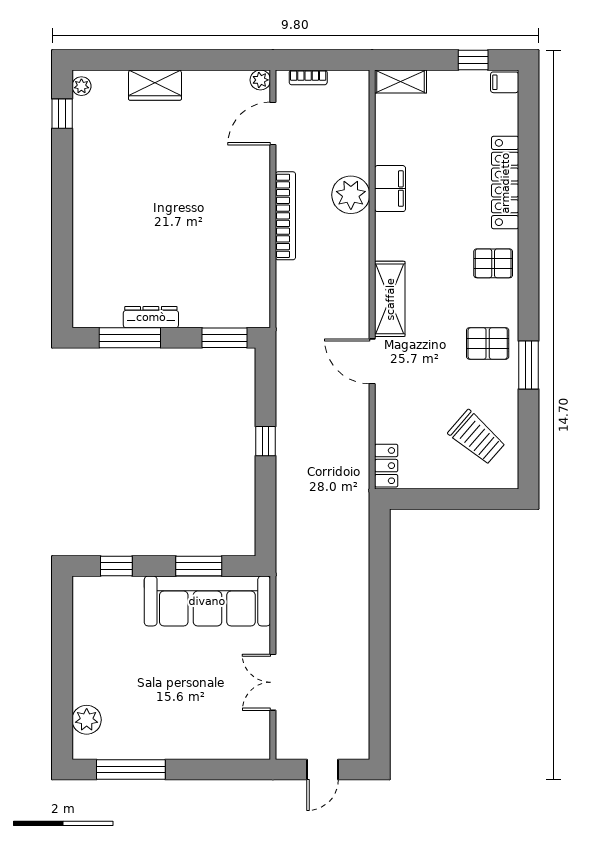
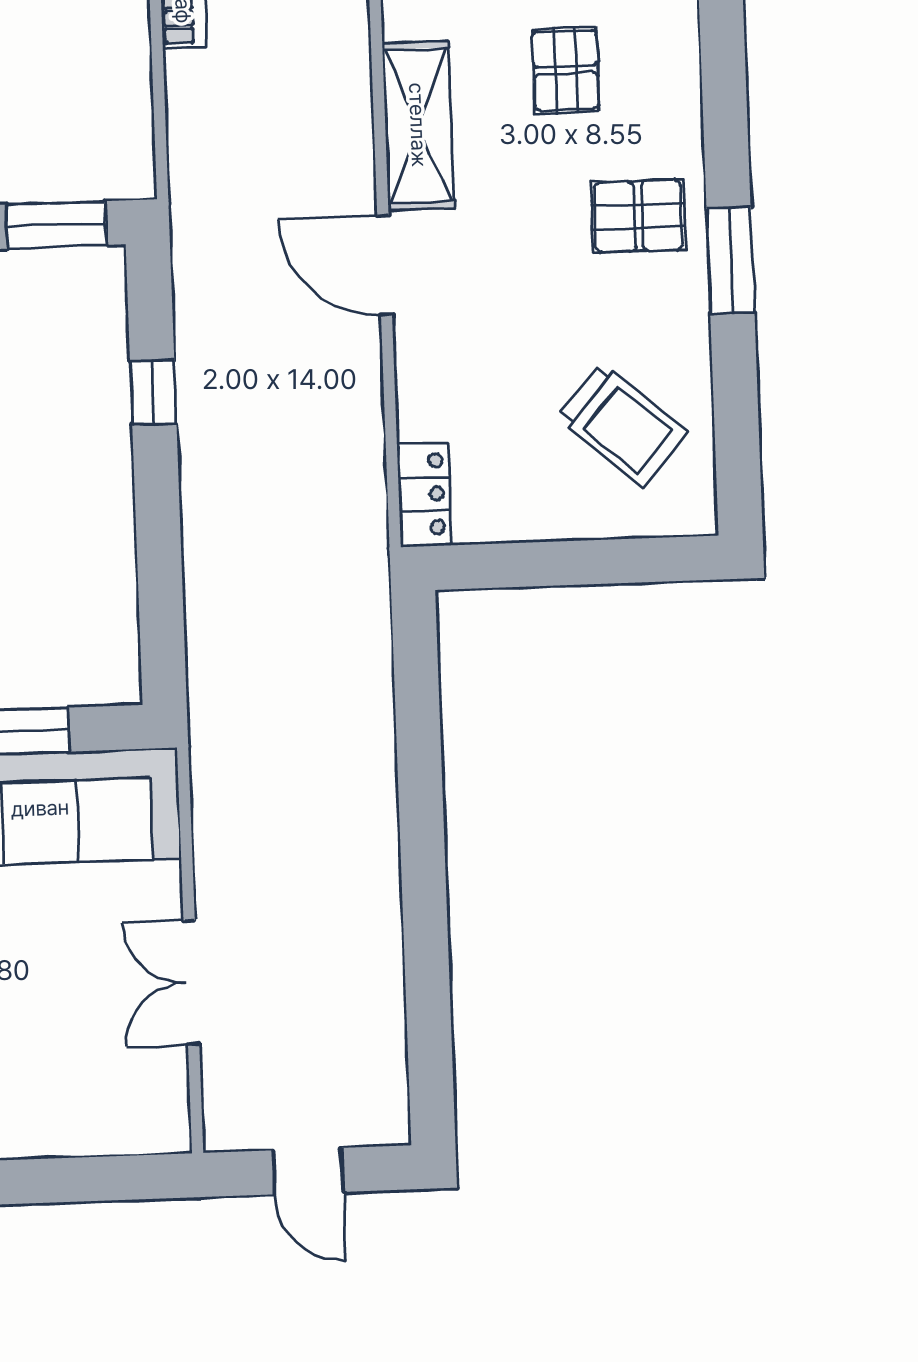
pallet: (493, 263) -> (566, 70), moved, turned 90
window: (266, 441) -> (153, 393), moved
door: (323, 769) -> (308, 1171), hinge flipped

